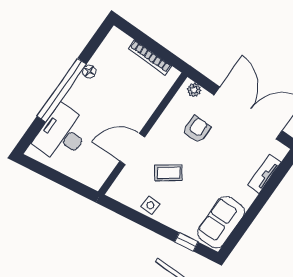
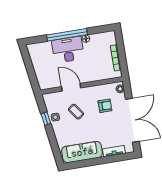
desk: (62, 134) -> (68, 50), moved
sofa: (221, 222) -> (82, 152), width x1.36
window: (186, 242) -> (46, 119), moved

